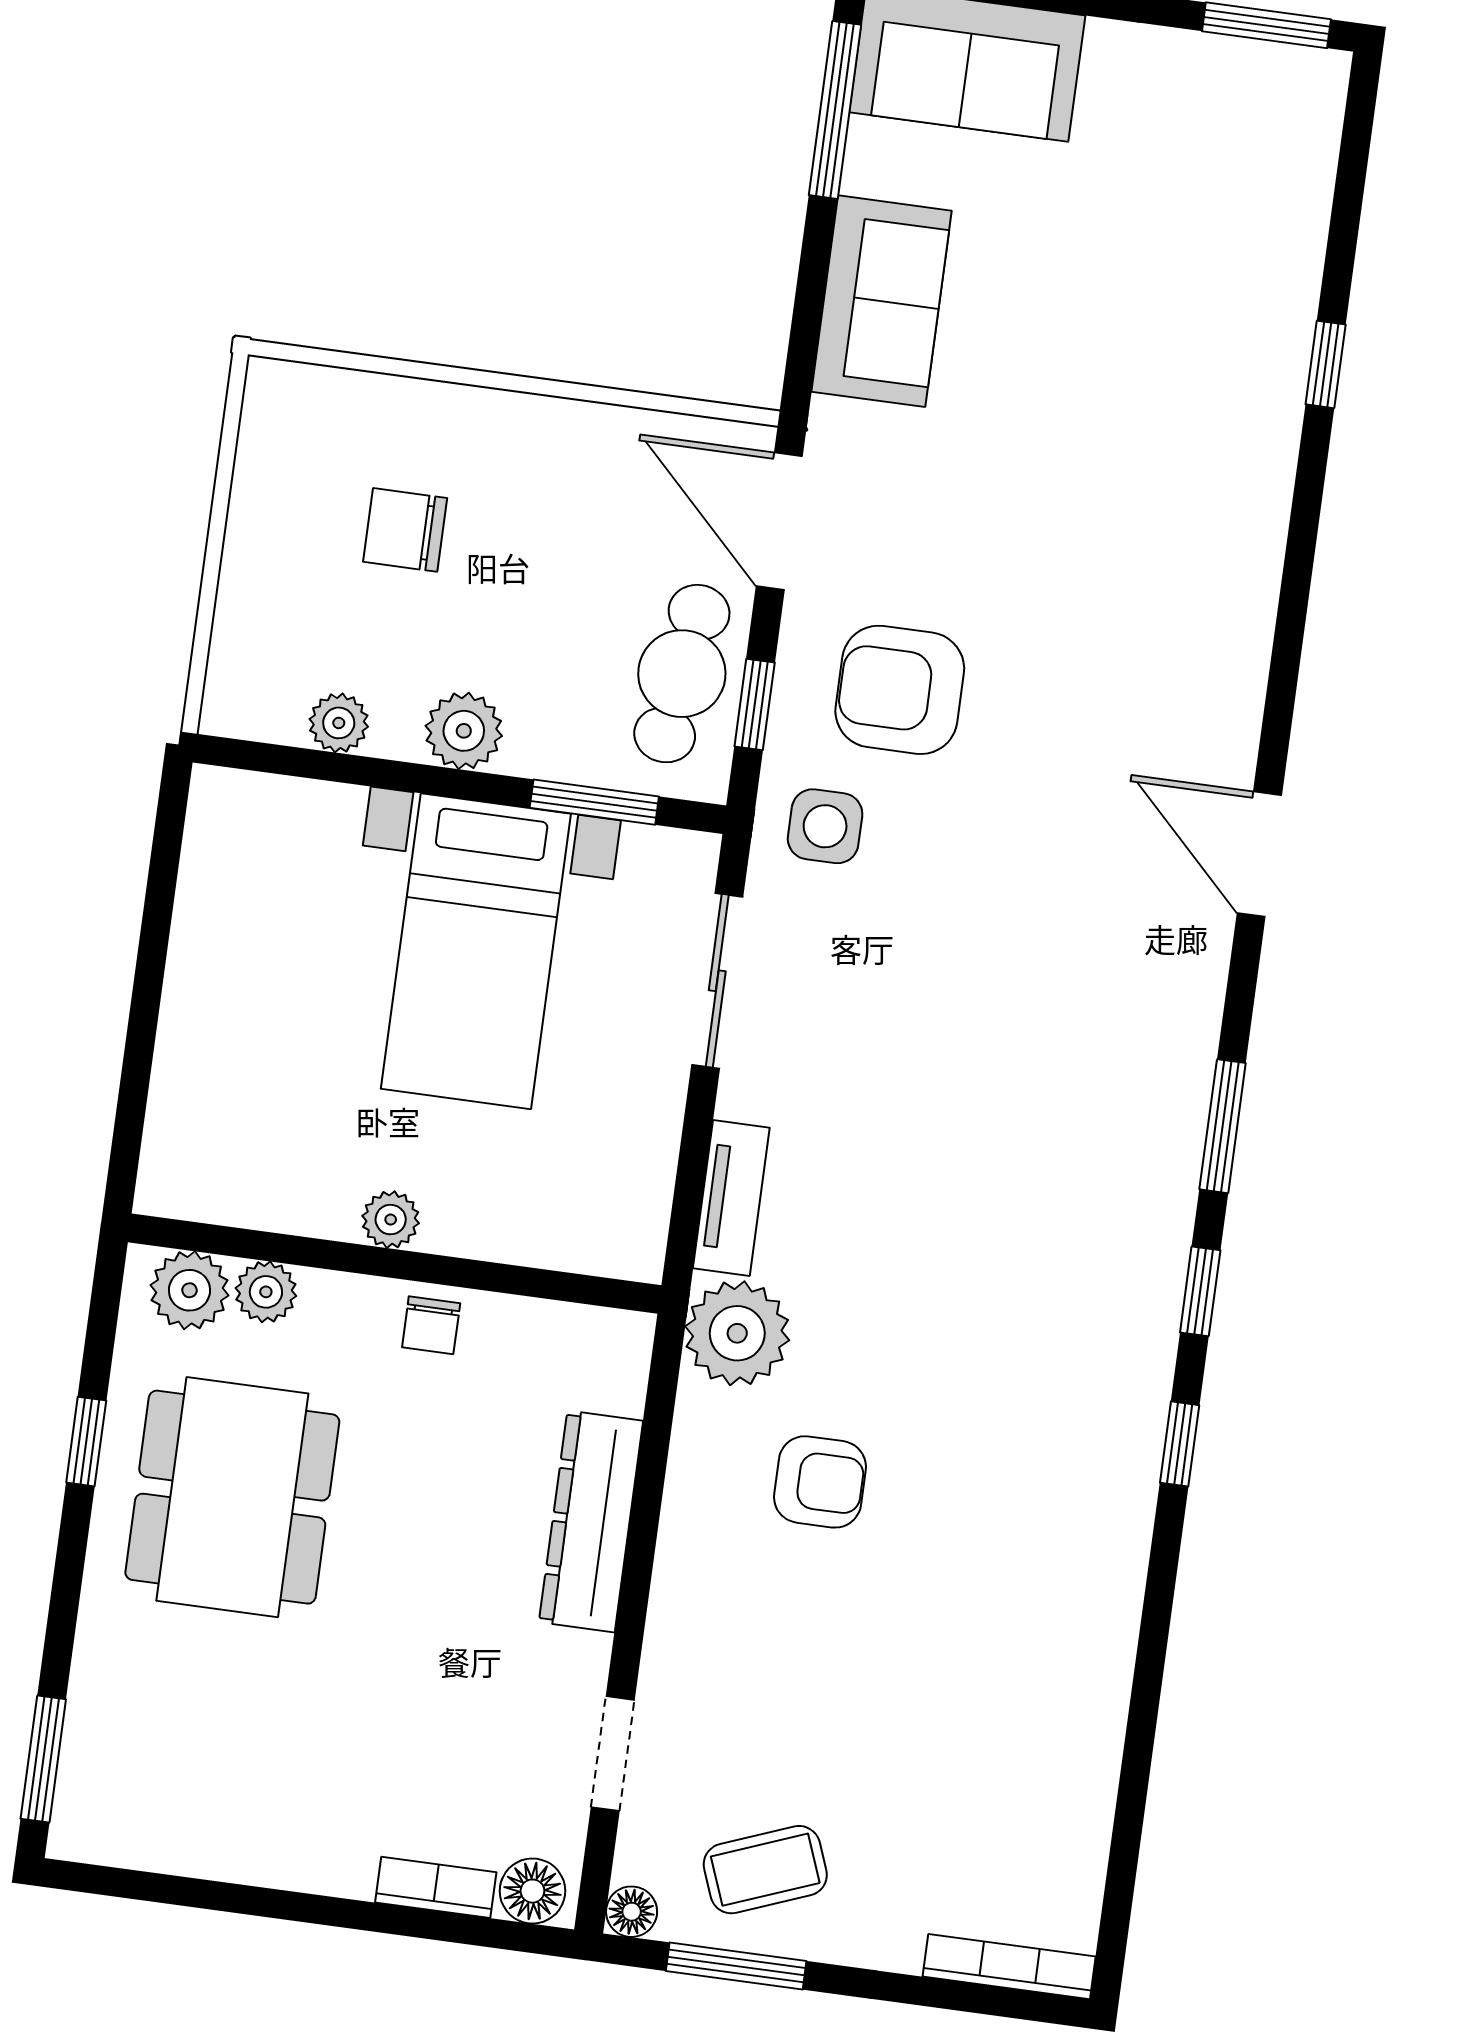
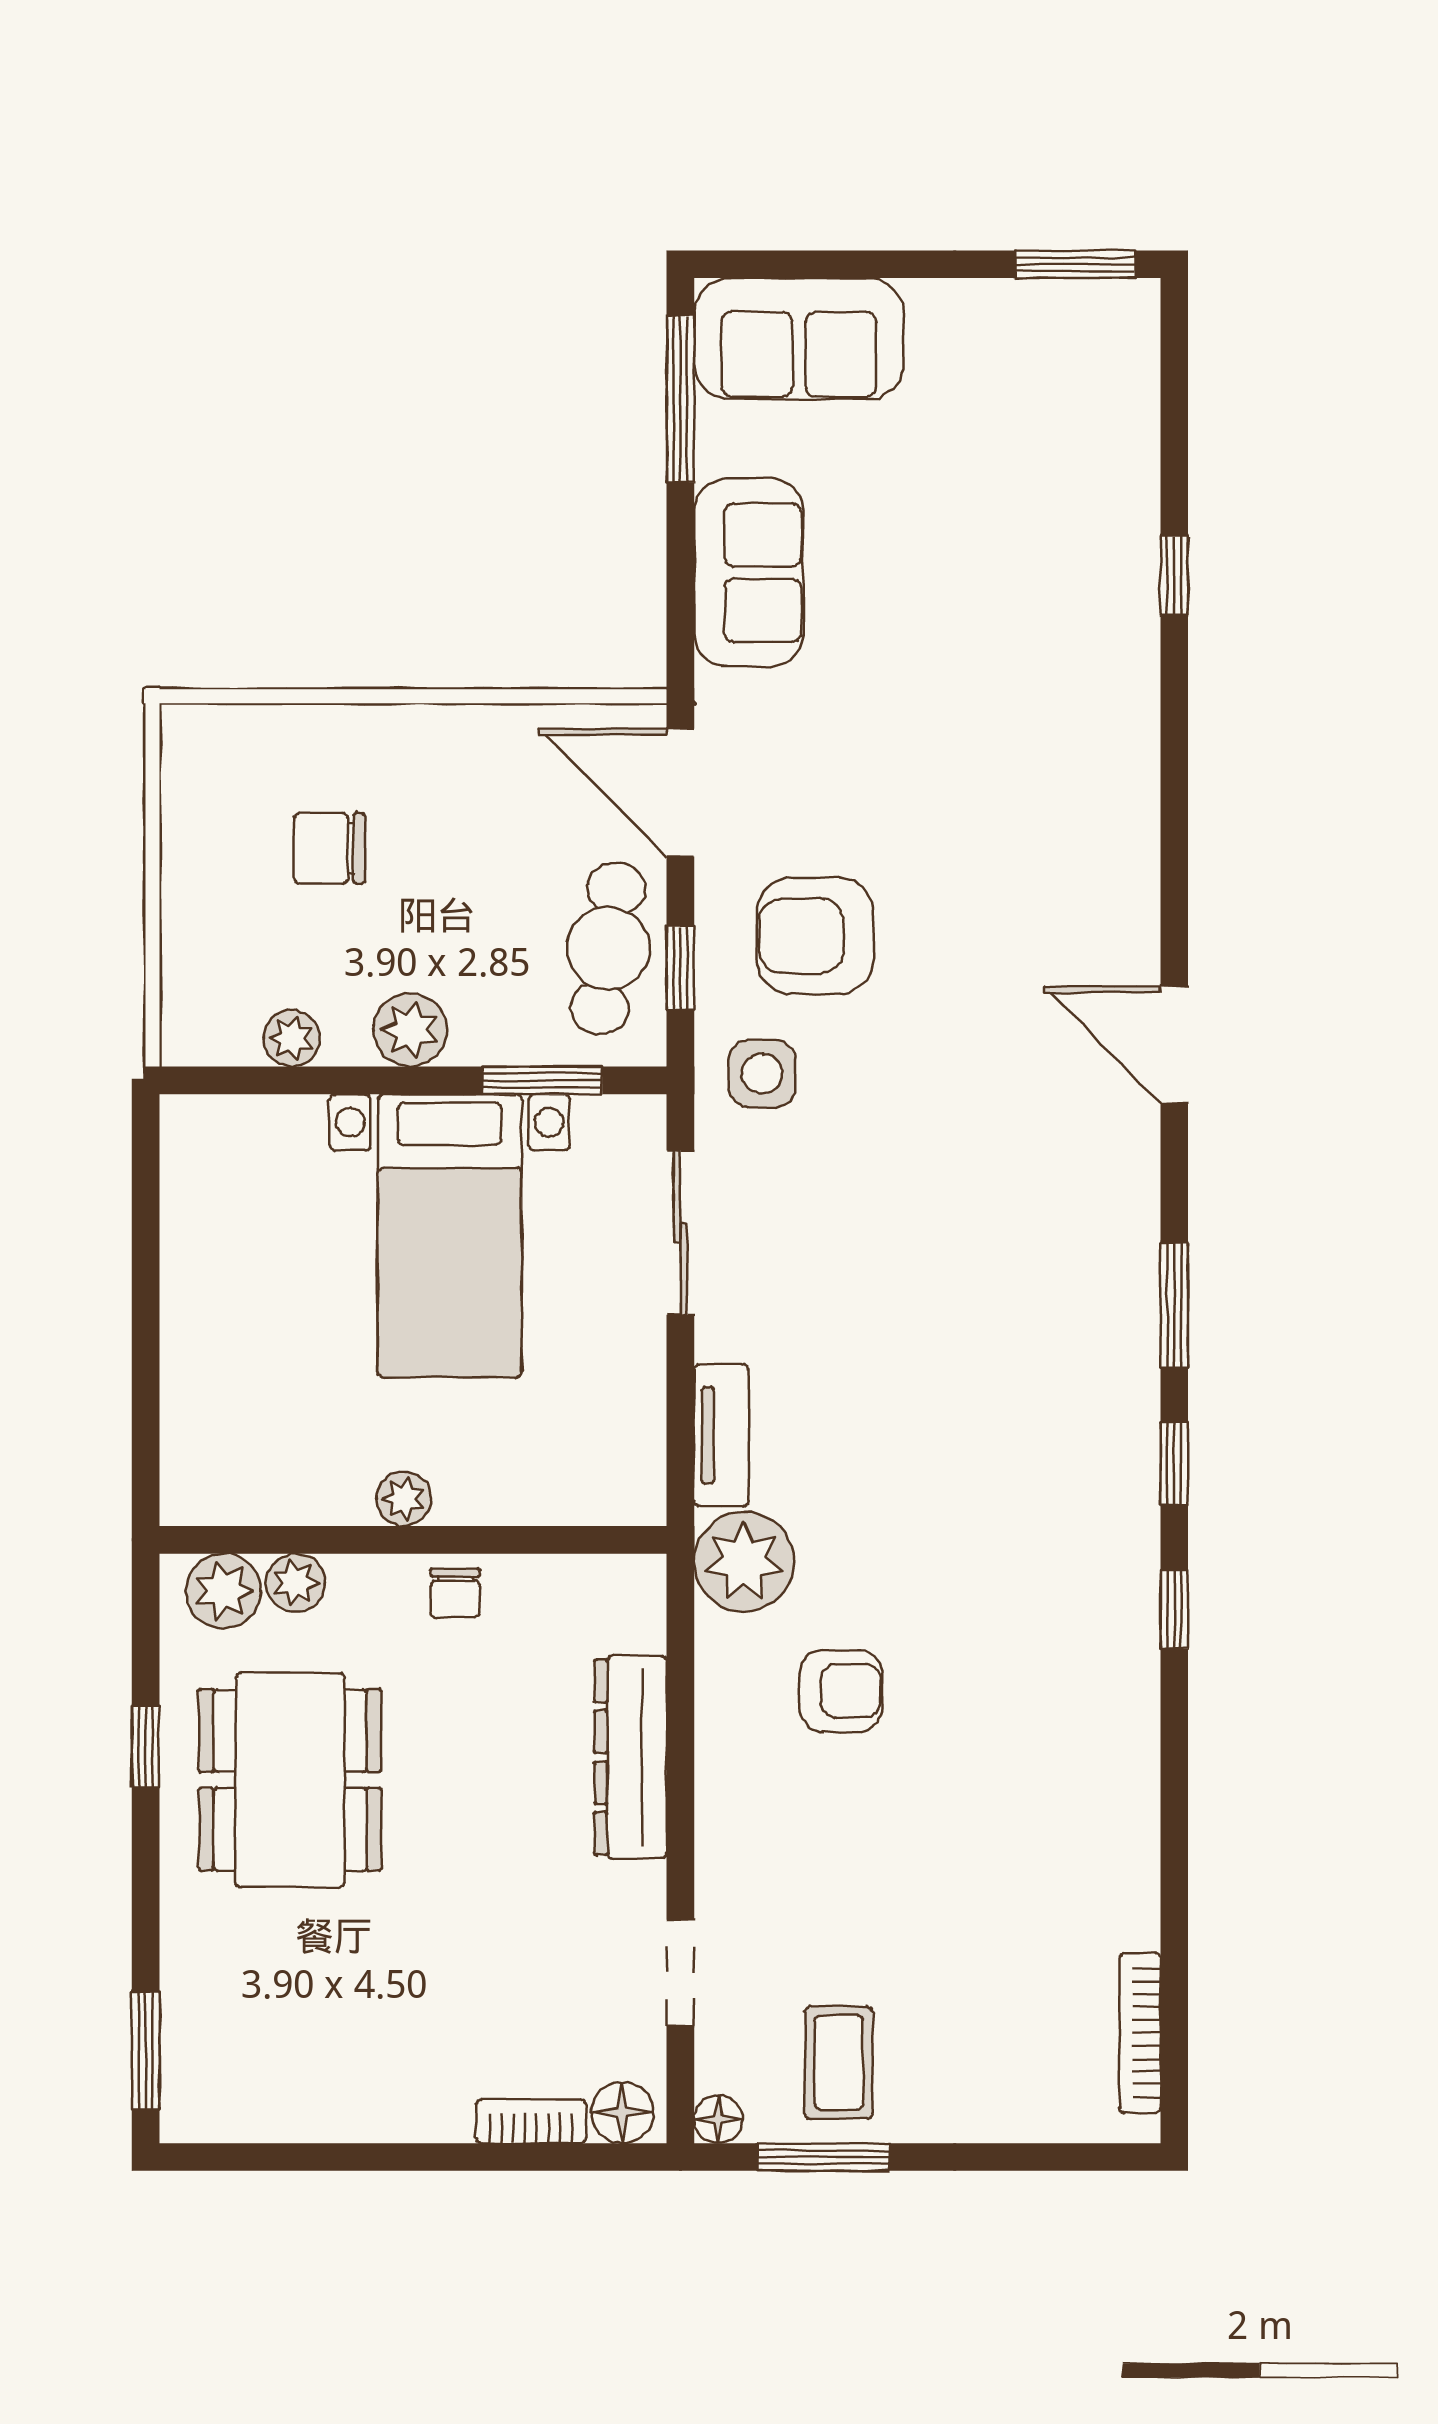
coffee table: (765, 1870) -> (839, 2063), turned -69
bookcase: (1009, 1967) -> (1140, 2033), moved, turned -90

